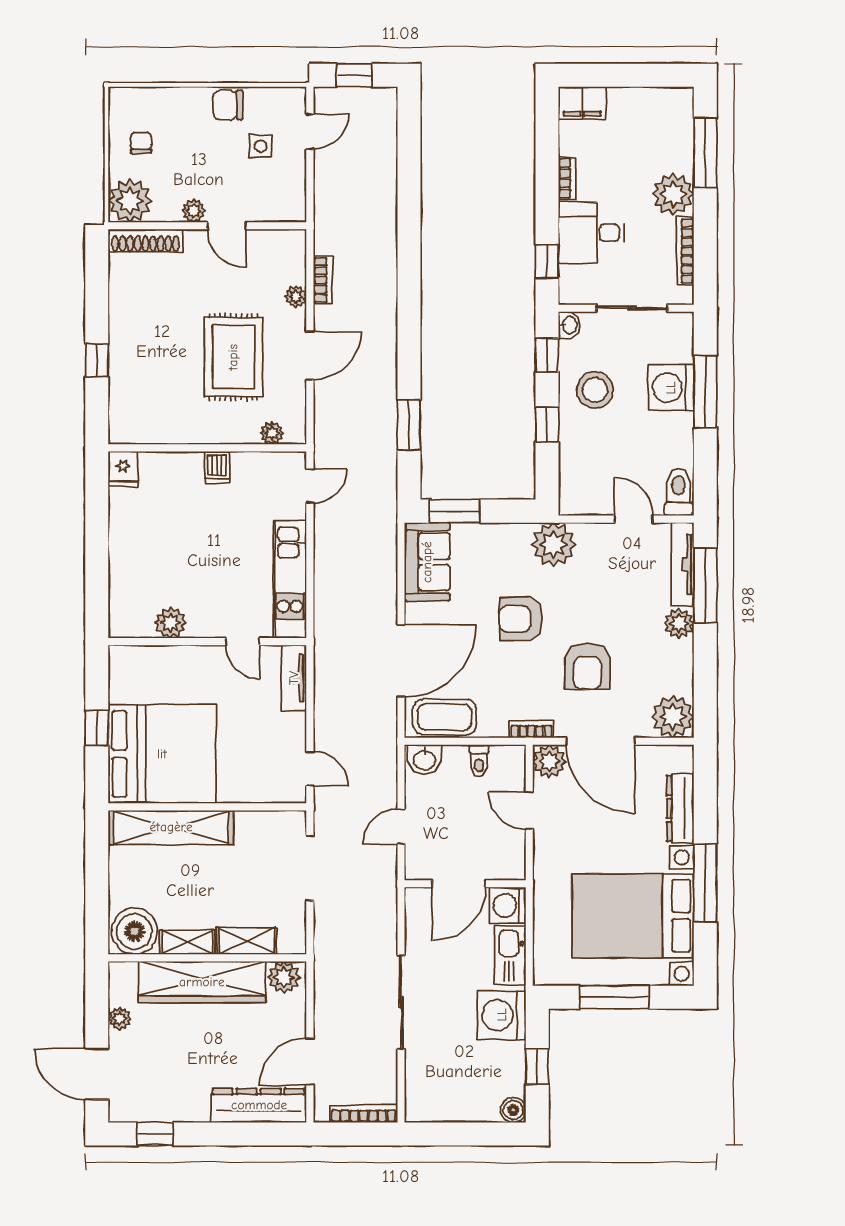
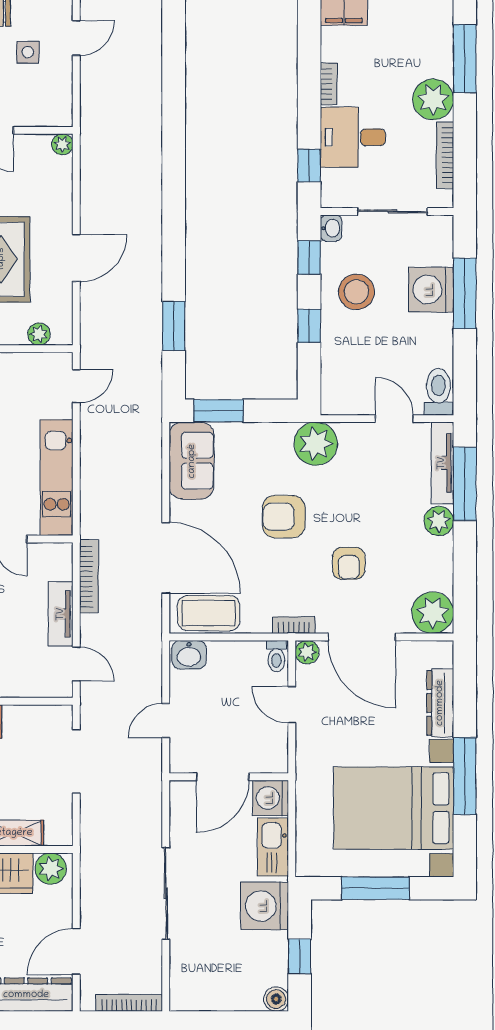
bookcase: (323, 280) -> (89, 576), moved, width x1.56
plant: (296, 297) -> (62, 144), moved
door: (401, 661) -> (166, 558), hinge flipped
armchair: (587, 666) -> (349, 563), width x0.72, depth x0.72
tv unit: (294, 678) -> (61, 614), moved
toilet: (479, 761) -> (276, 656), moved
plant: (549, 761) -> (307, 652), width x0.73, depth x0.73

